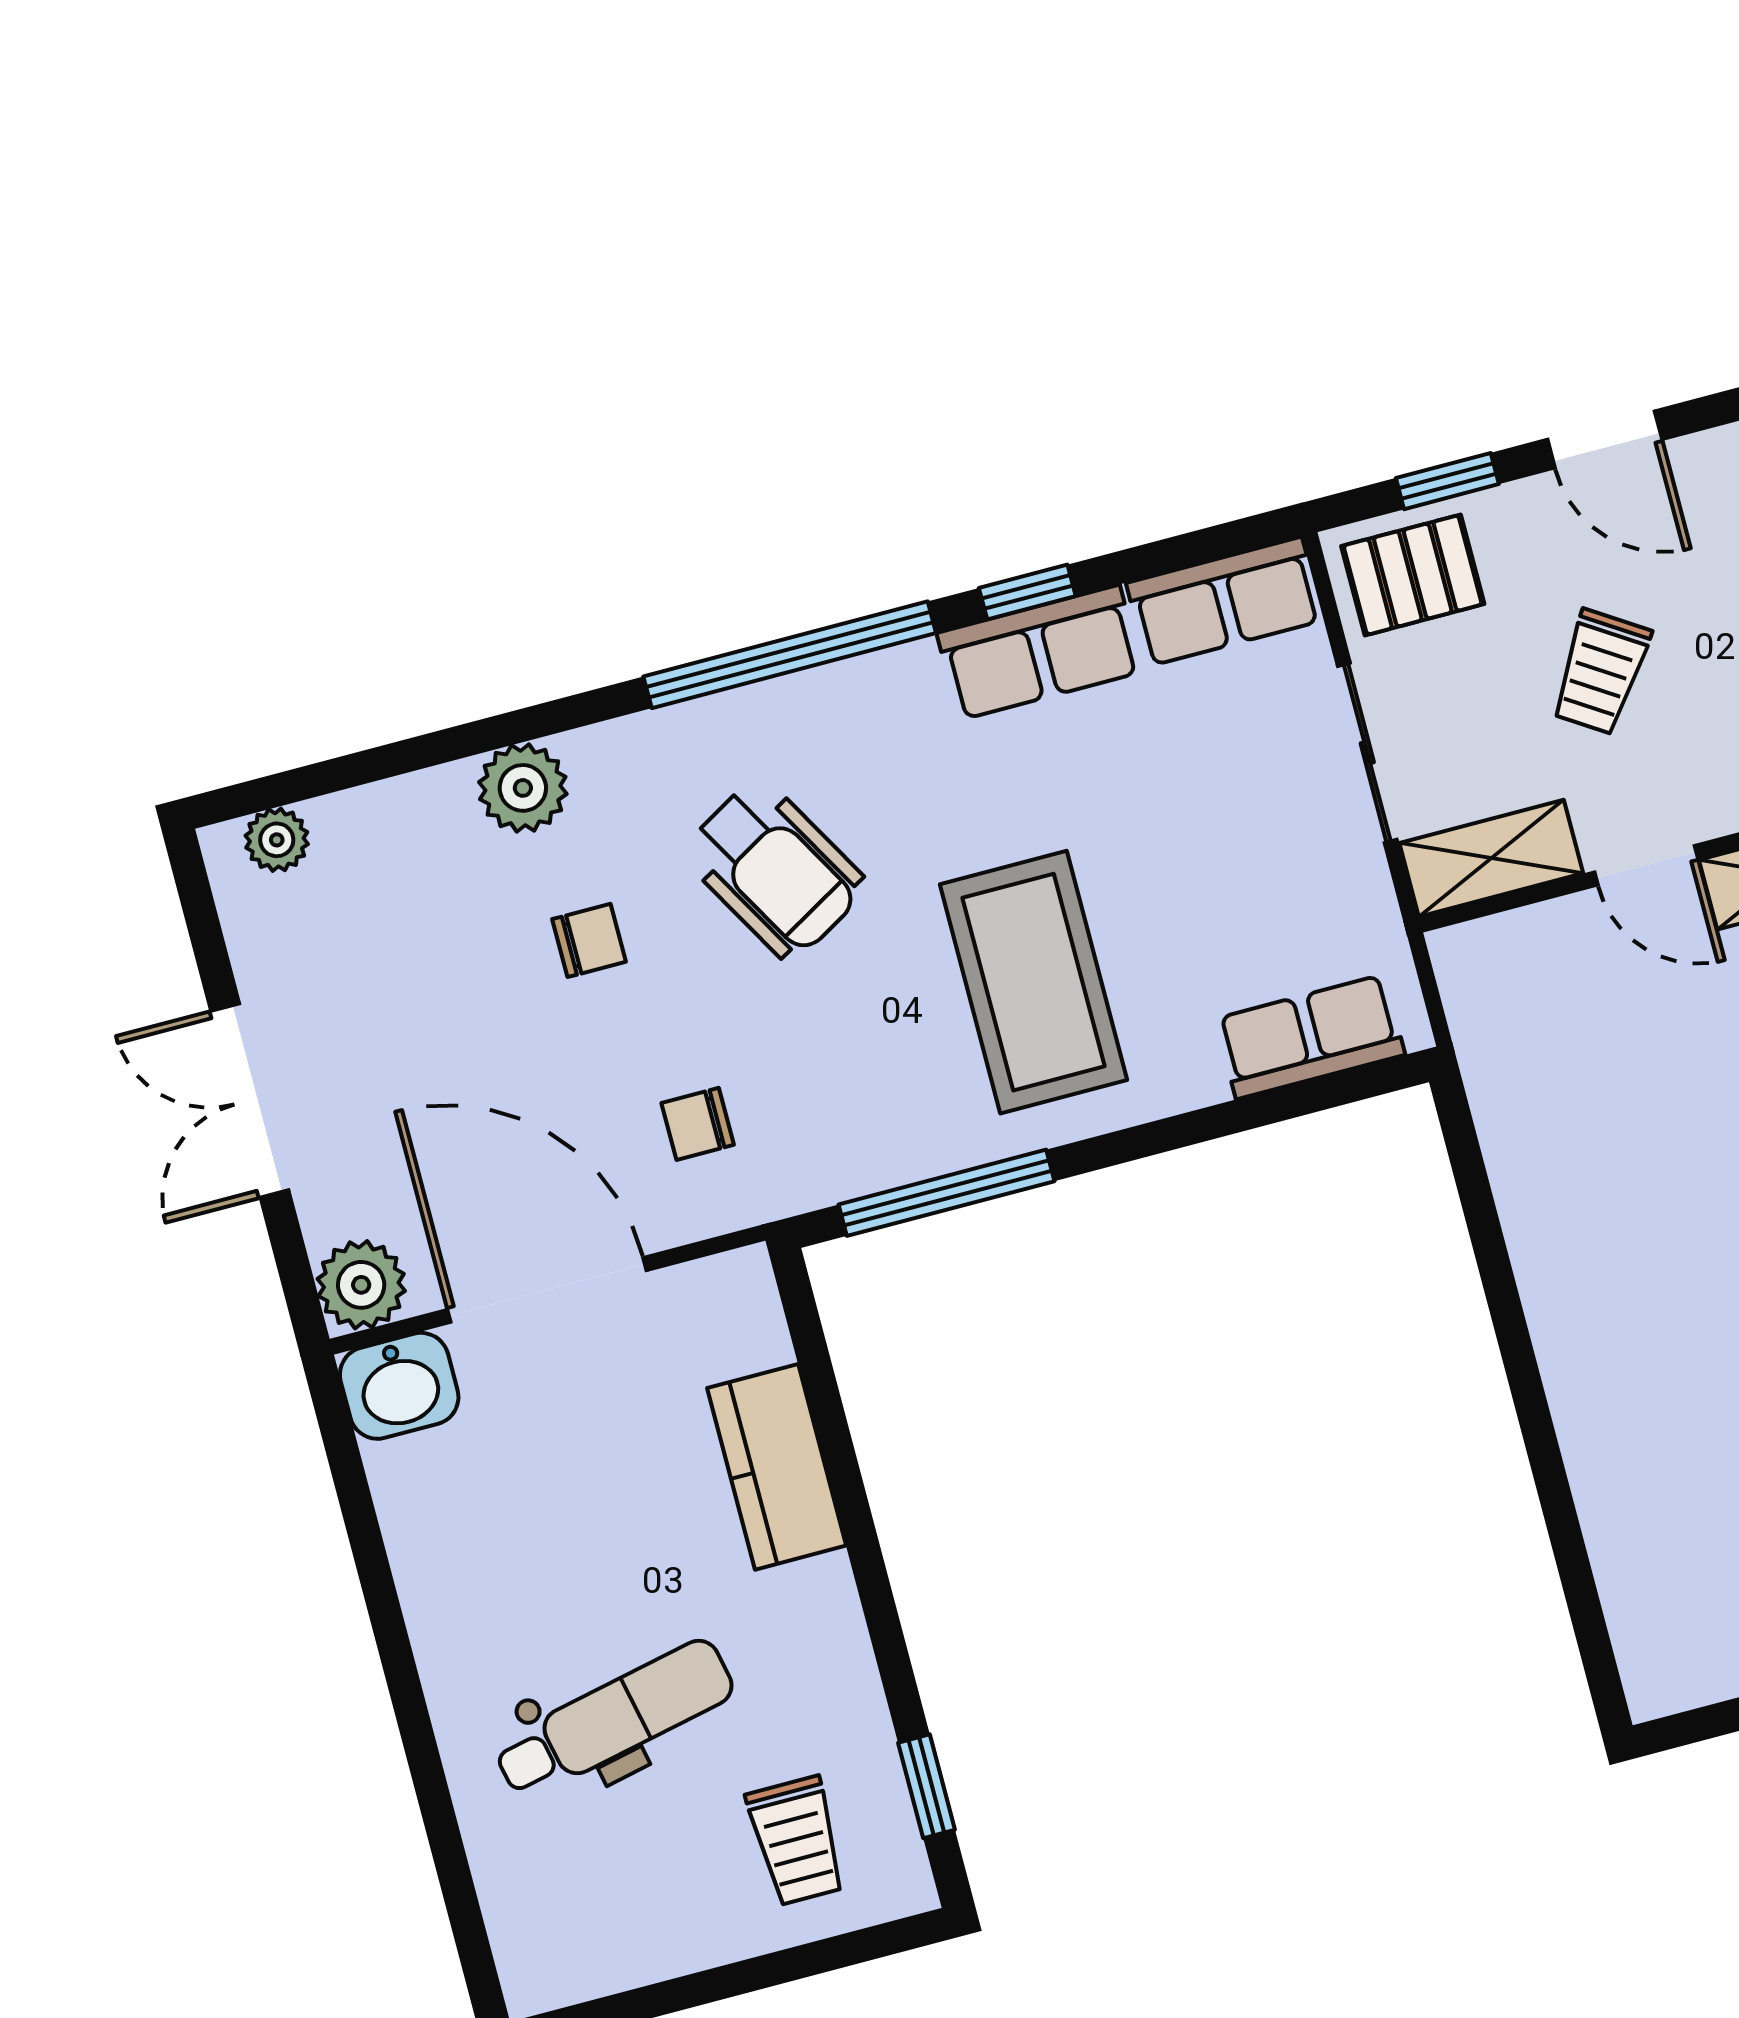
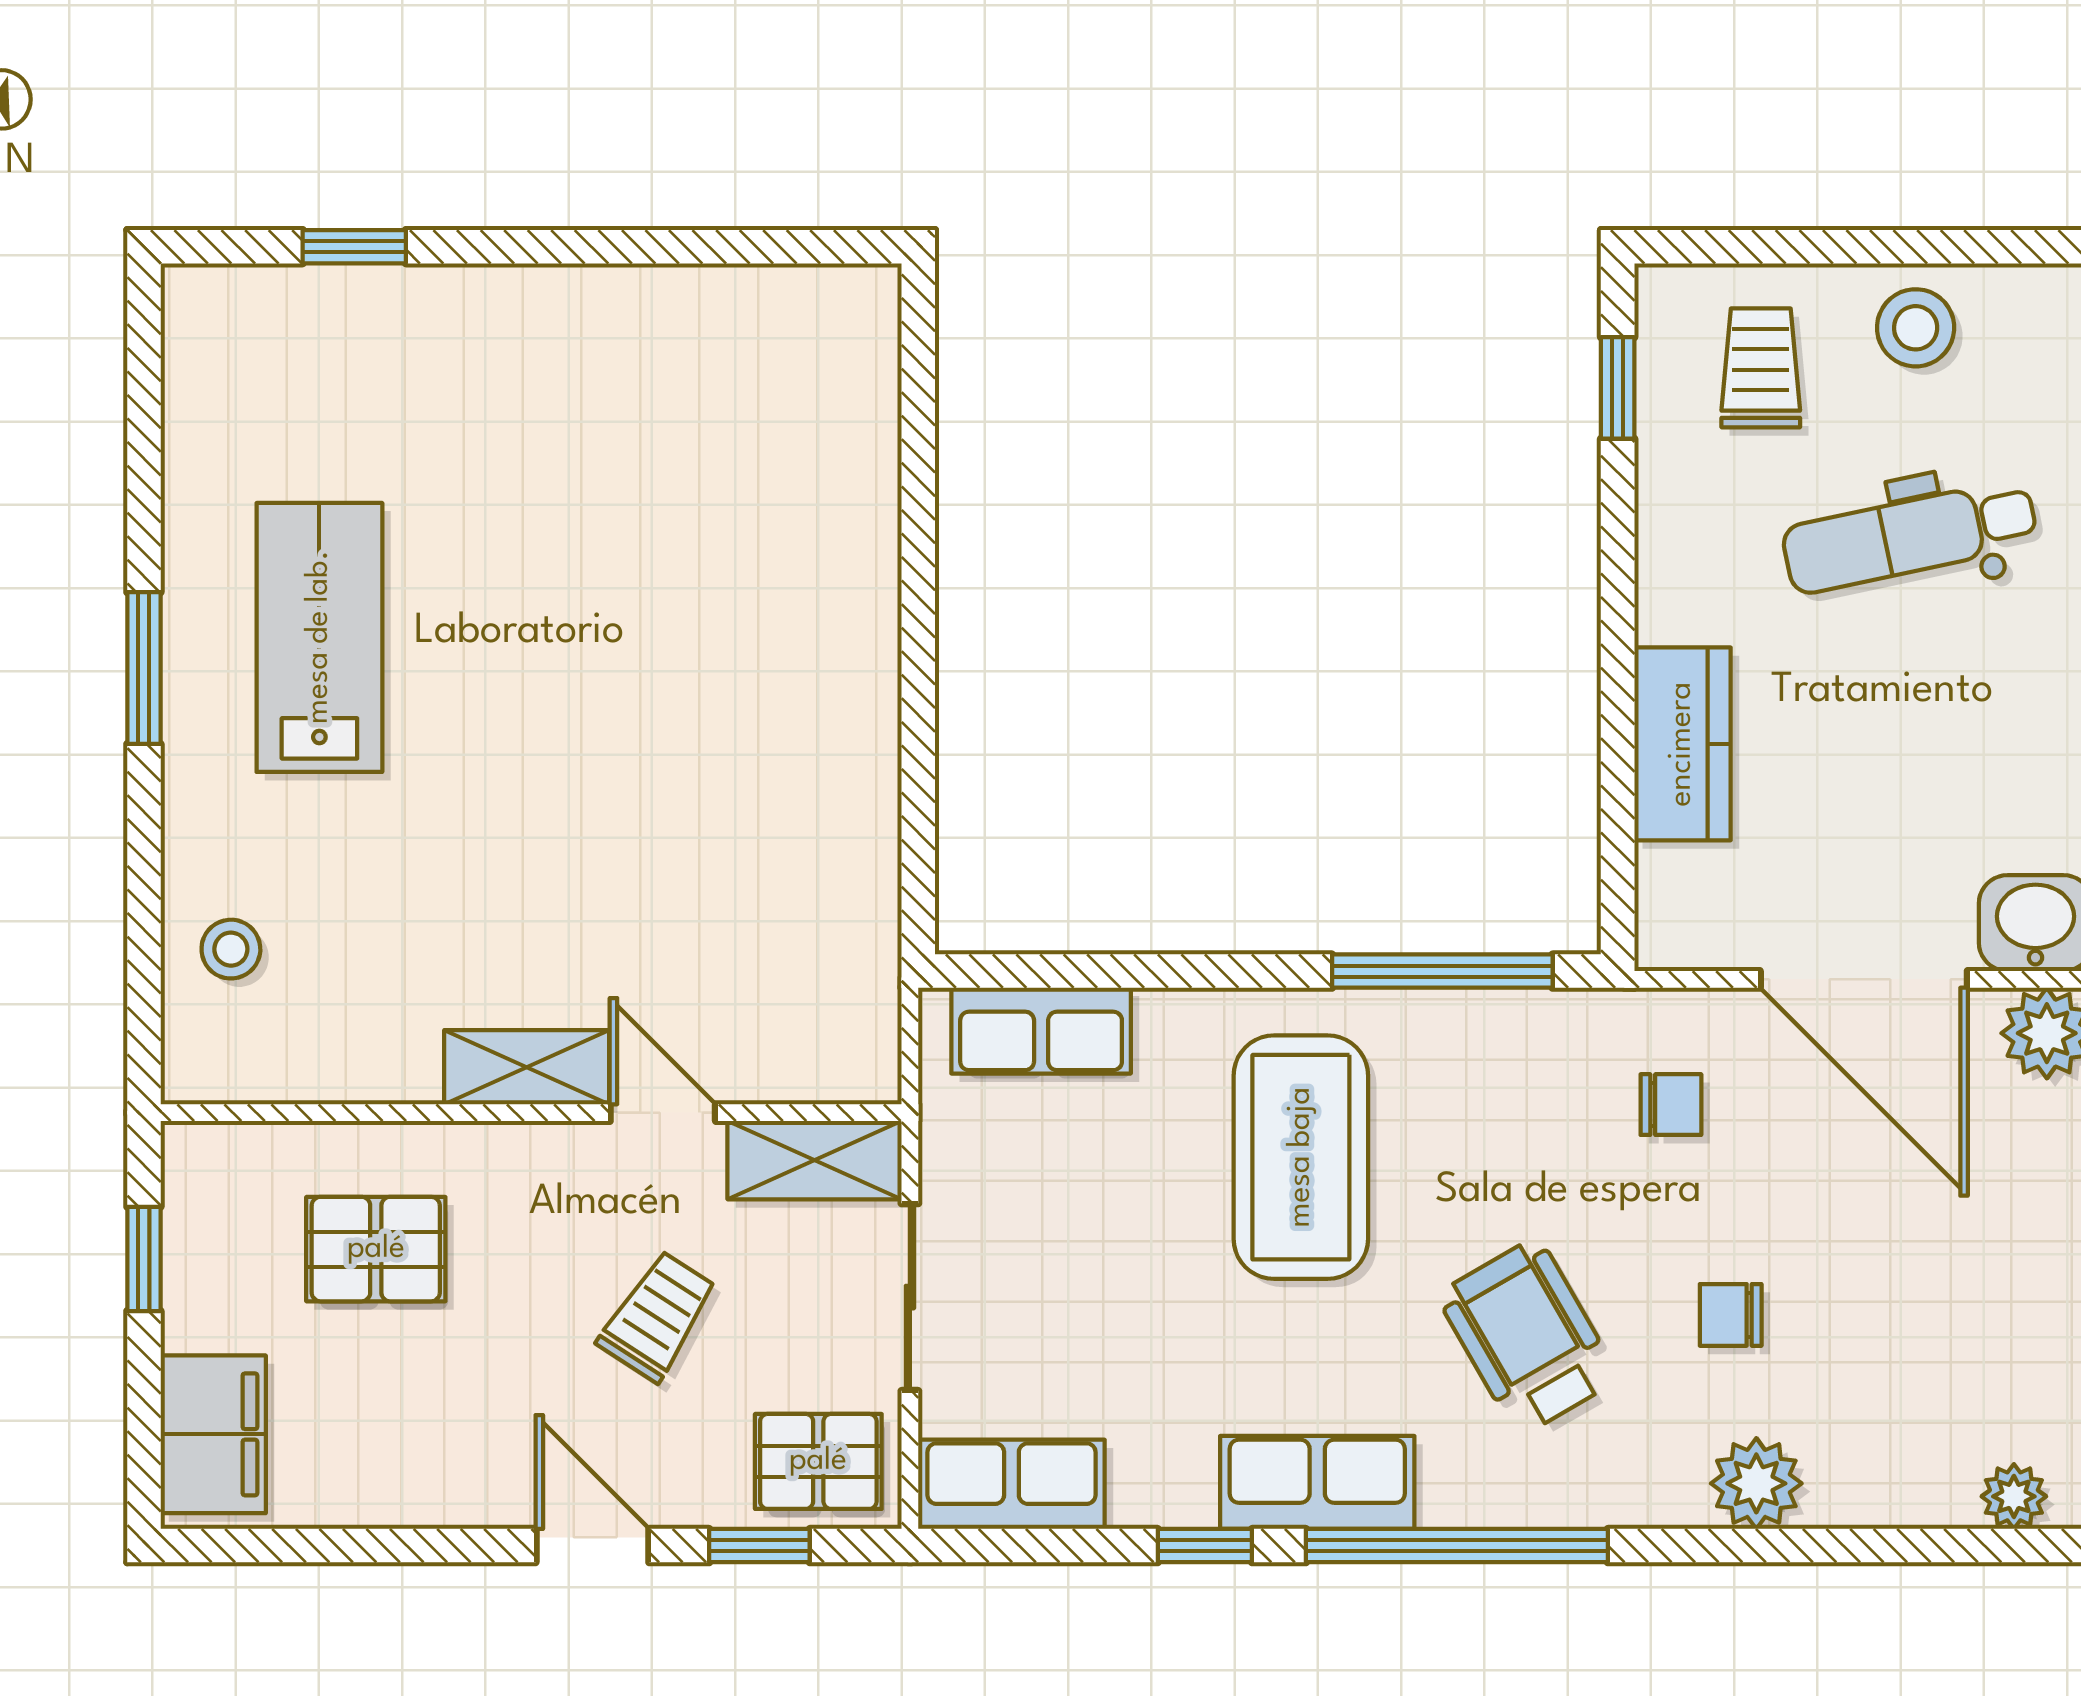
row of seats: (1040, 652) -> (1317, 1482), moved
stool: (661, 1917) -> (1916, 328), added

